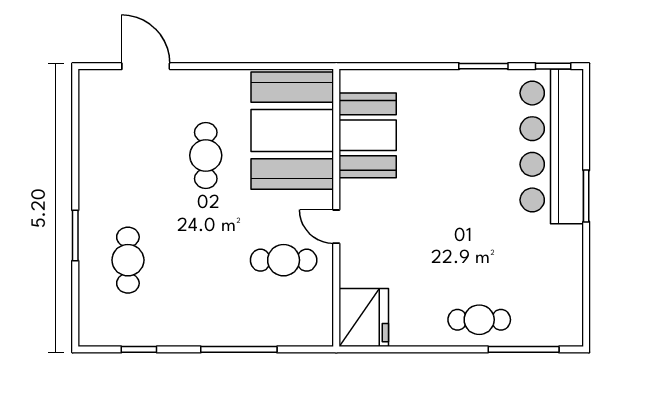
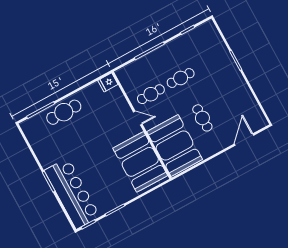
door: (146, 66) -> (244, 140), swing flipped
booth: (368, 135) -> (140, 162), width x1.36, depth x1.42
cafe table: (128, 260) -> (181, 78), moved, turned 90
fridge: (364, 318) -> (108, 82), width x0.53, depth x0.75
cafe table: (479, 320) -> (64, 112), width x1.37, depth x1.35

